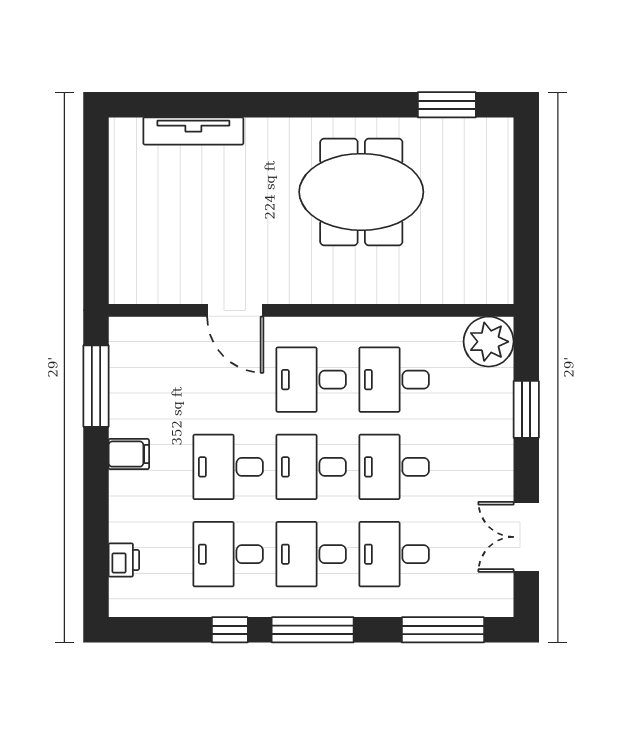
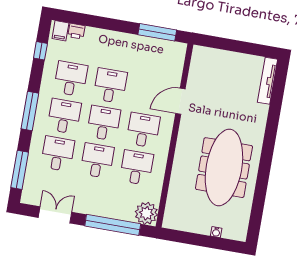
window: (447, 105) -> (257, 213), removed
tv unit: (193, 131) -> (268, 81), moved
water cooler: (503, 185) -> (216, 232), added
meeting table: (361, 192) -> (224, 168), width x1.36
window: (526, 409) -> (113, 225), width x2.11
filing cabinet: (129, 454) -> (60, 31), moved
window: (230, 630) -> (40, 51), moved

